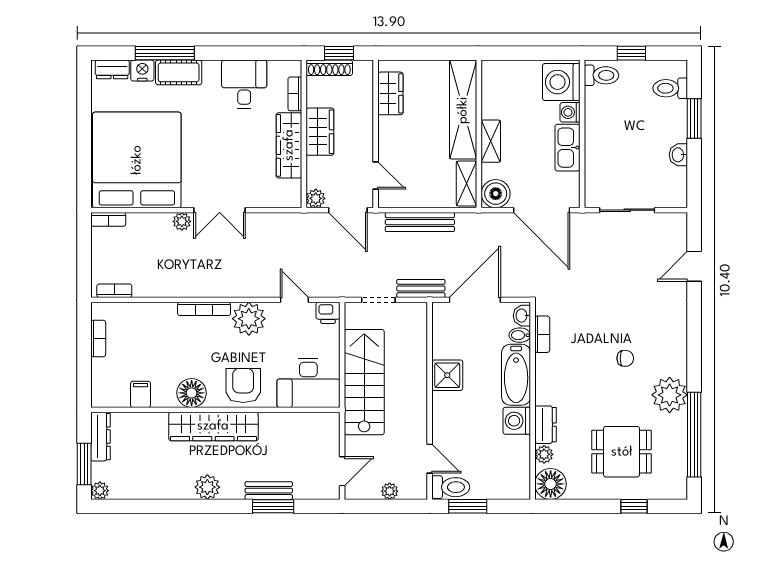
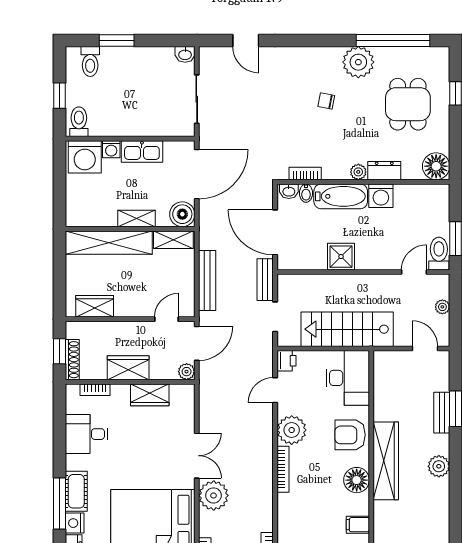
wardrobe: (289, 145) -> (150, 395), width x0.67
washbasin: (678, 155) -> (185, 54), moved
plant: (182, 221) -> (214, 495), width x1.88, depth x1.88
chair: (625, 358) -> (326, 101), turned -79
plant: (544, 454) -> (358, 172), moved

